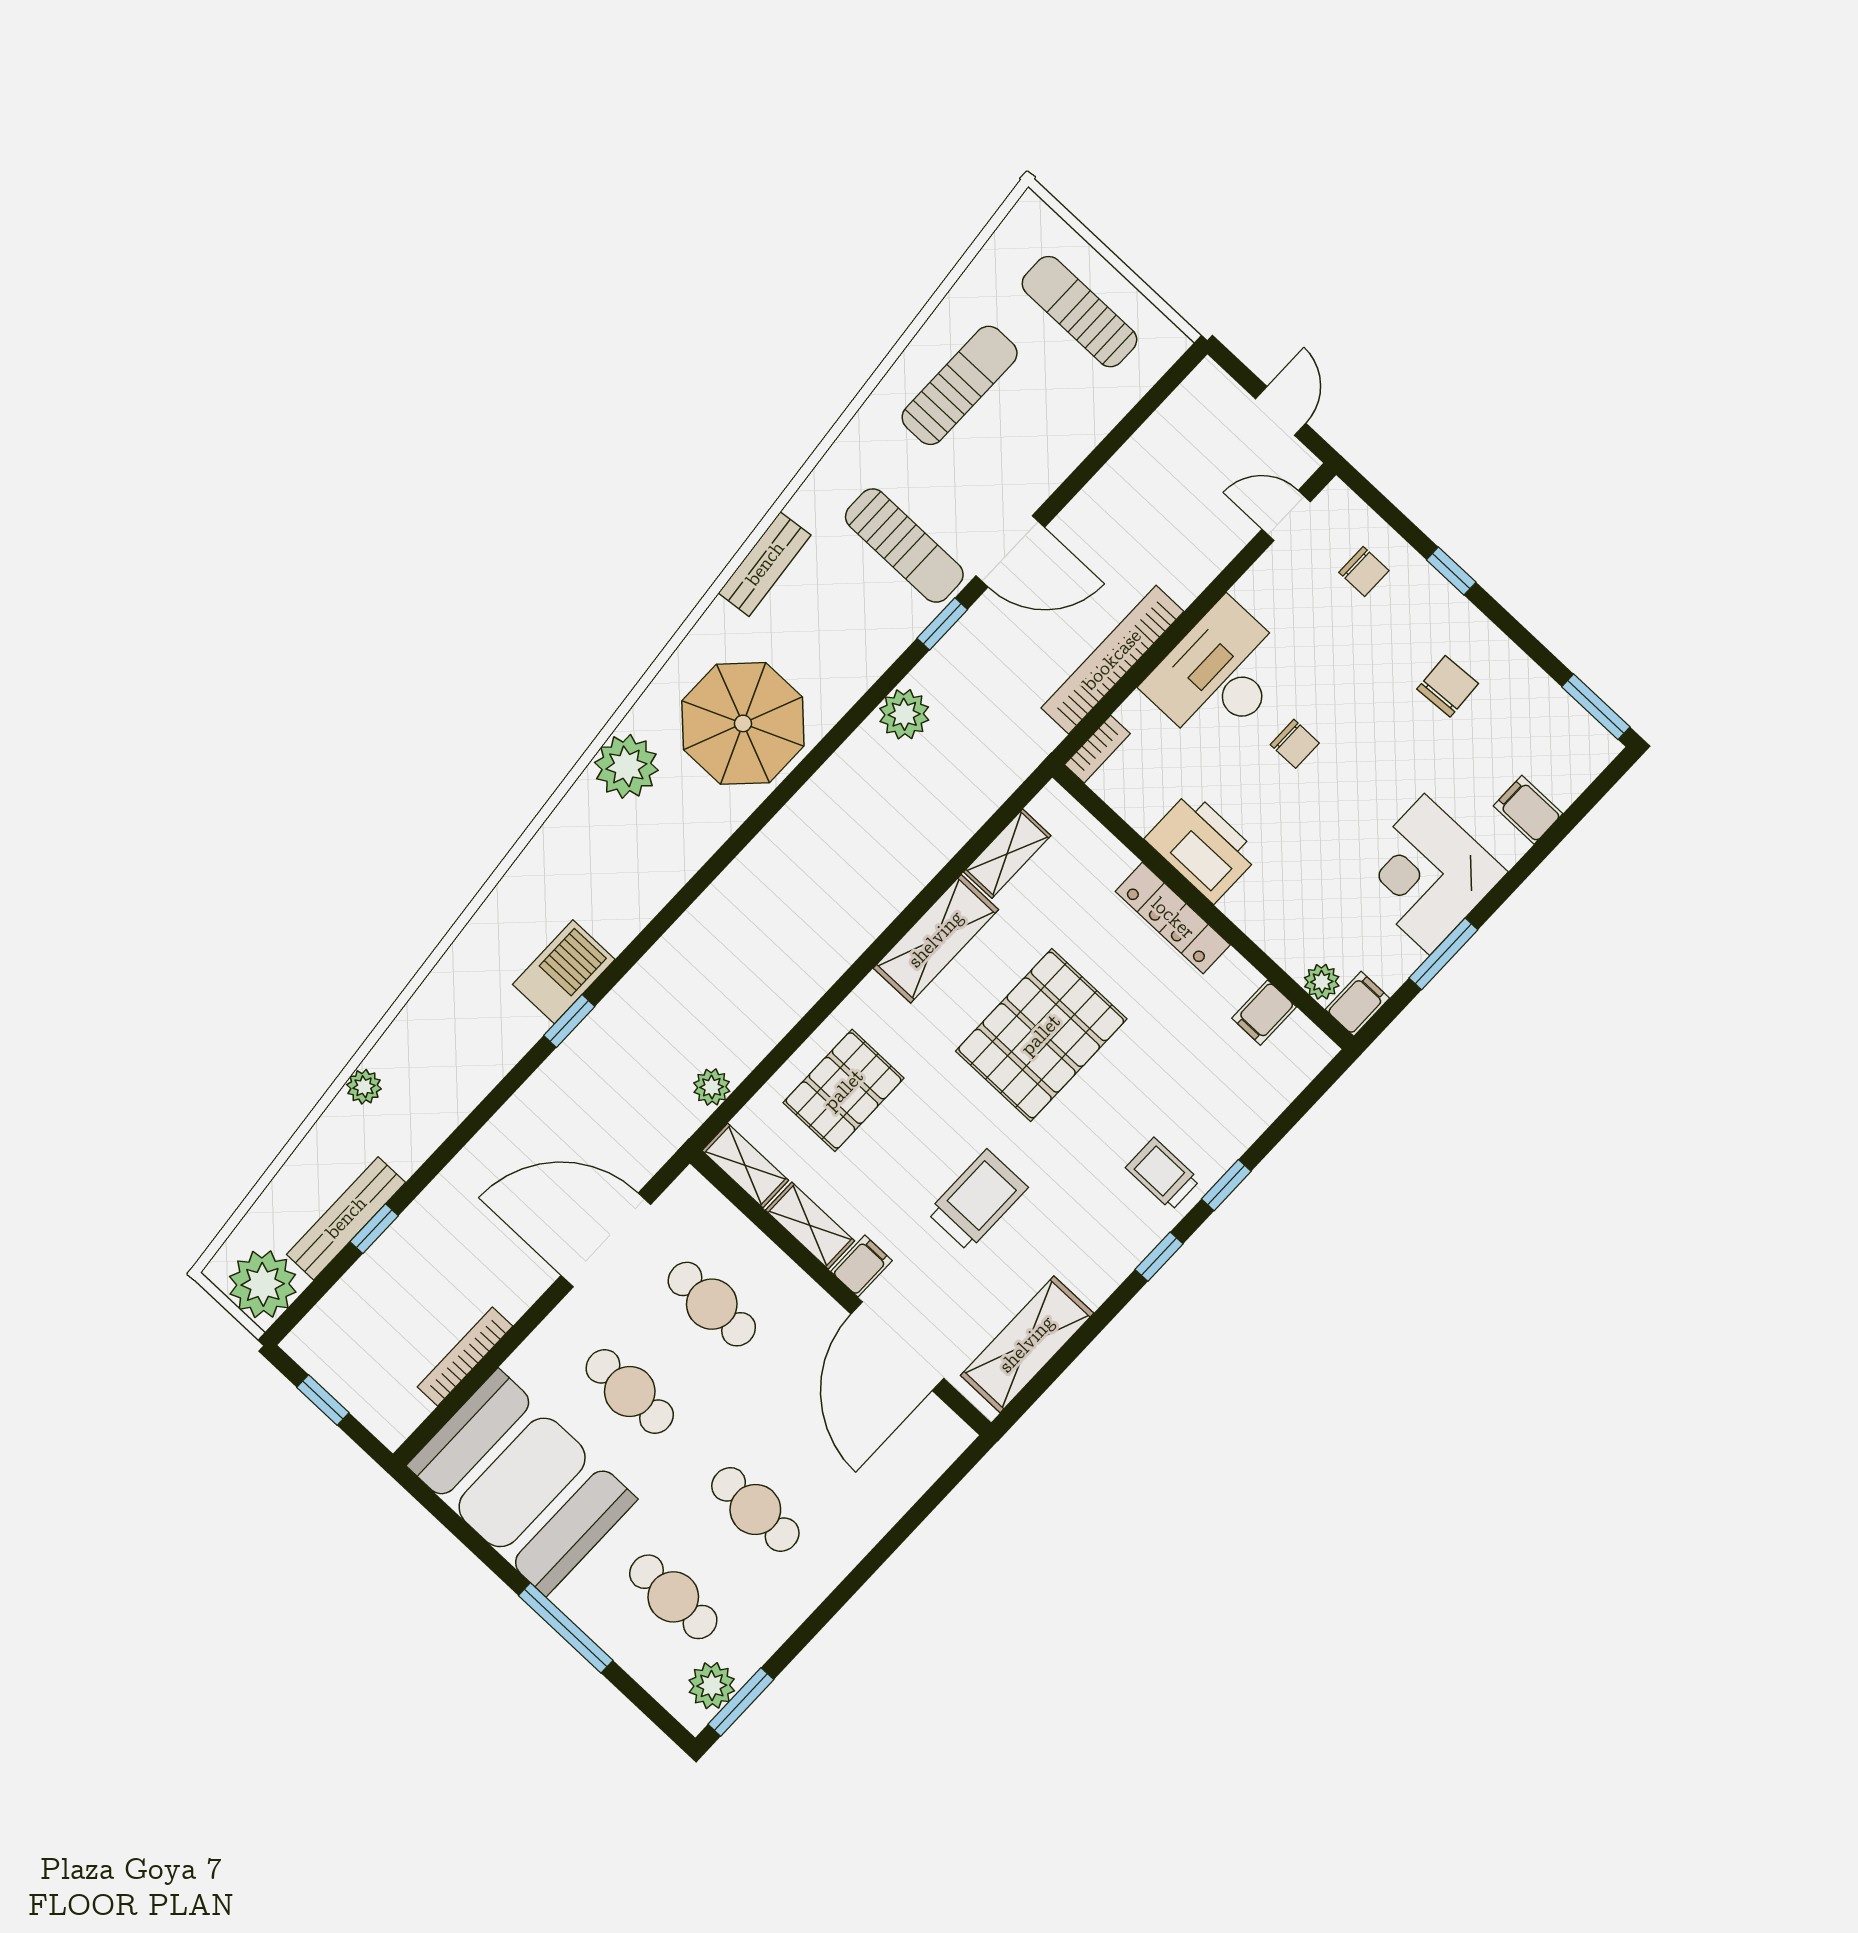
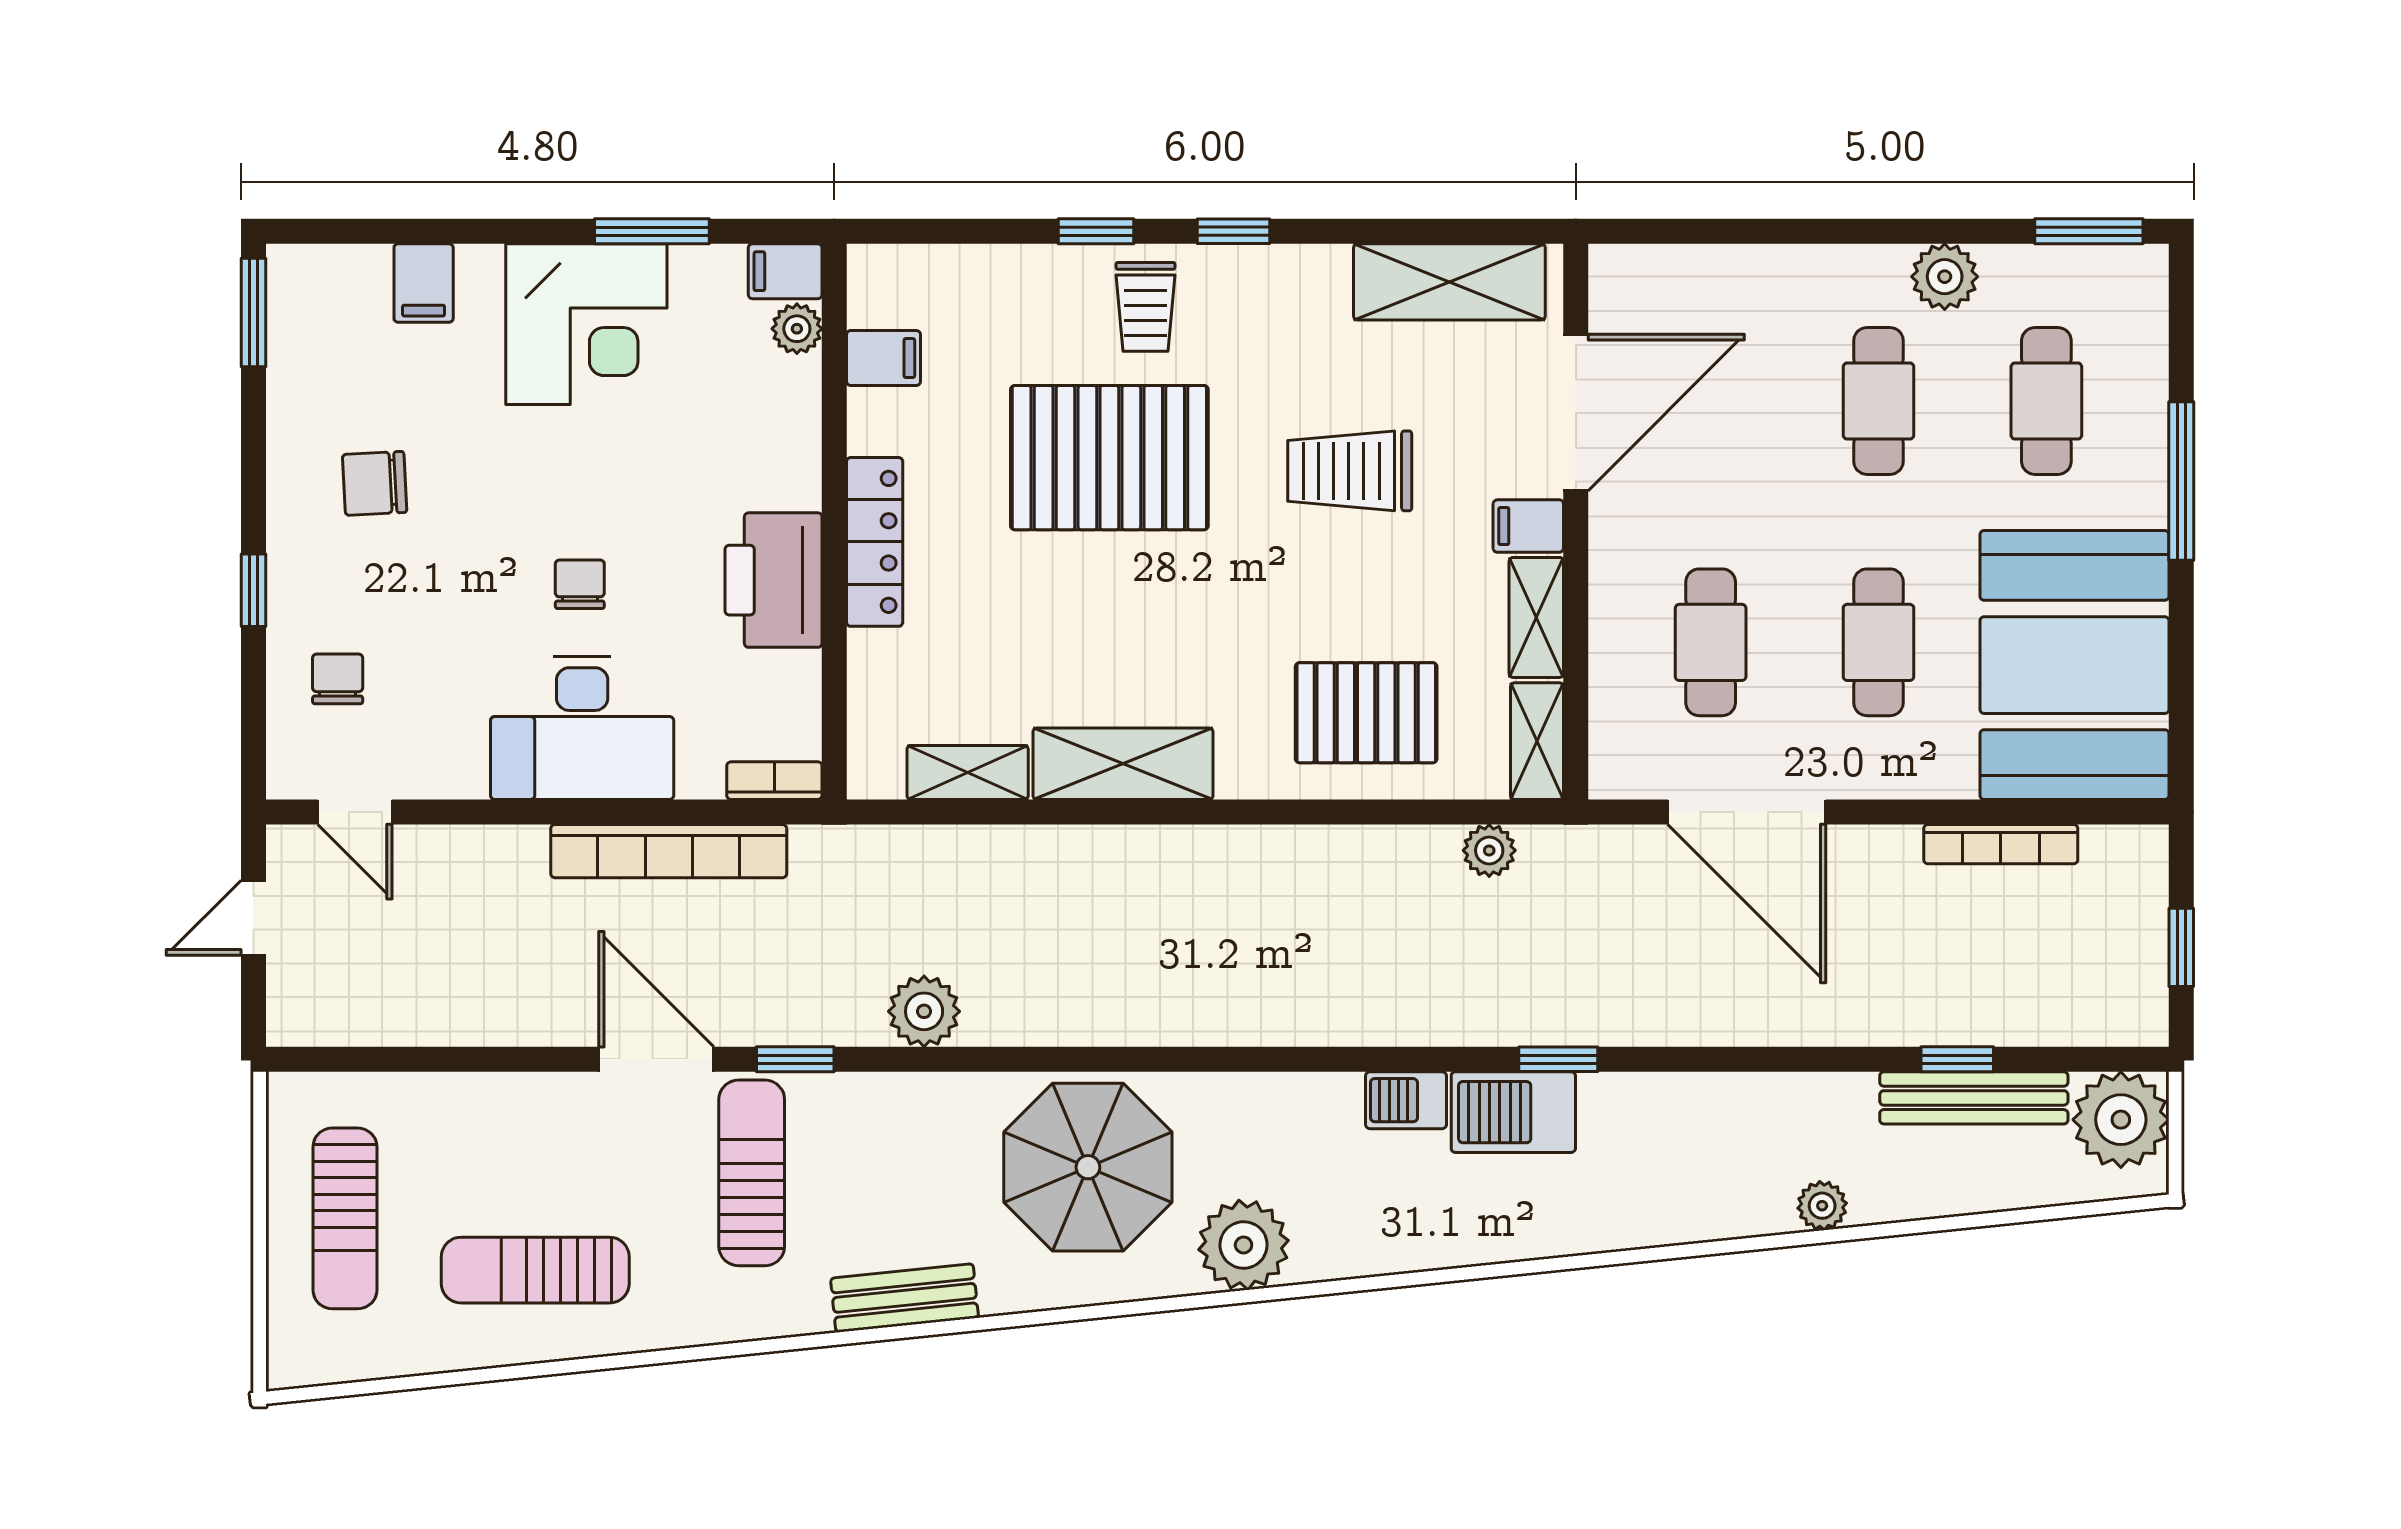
barbecue: (622, 922) -> (1406, 1100), added
pallet: (1041, 1035) -> (1109, 458), moved
plant: (712, 1686) -> (1945, 277), moved

